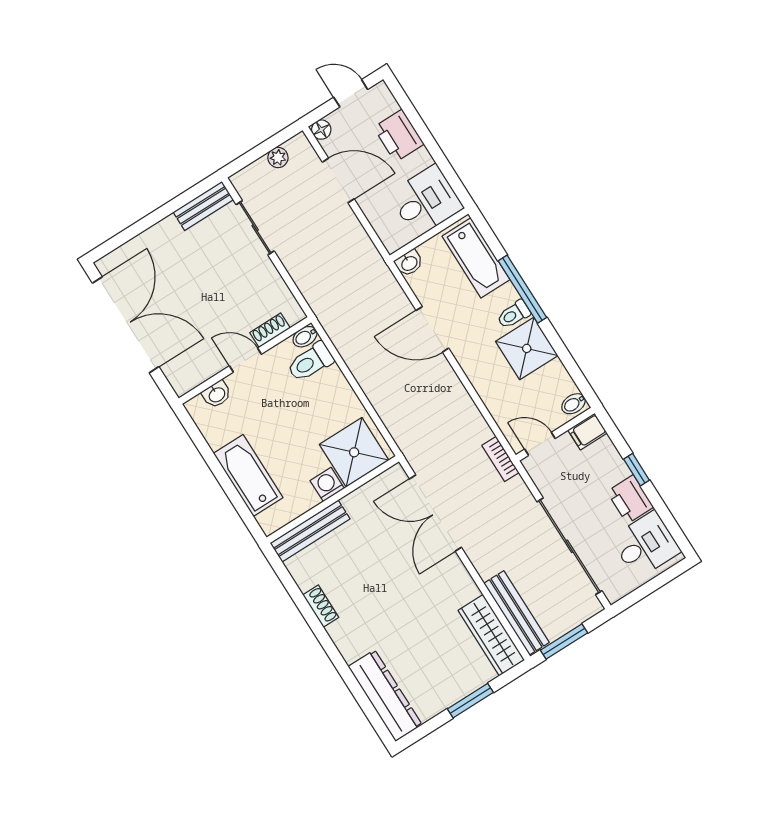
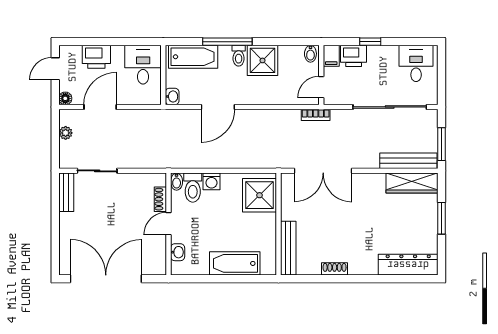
washing machine: (327, 484) -> (211, 181), moved, turned -90
printer: (630, 499) -> (354, 56), moved

